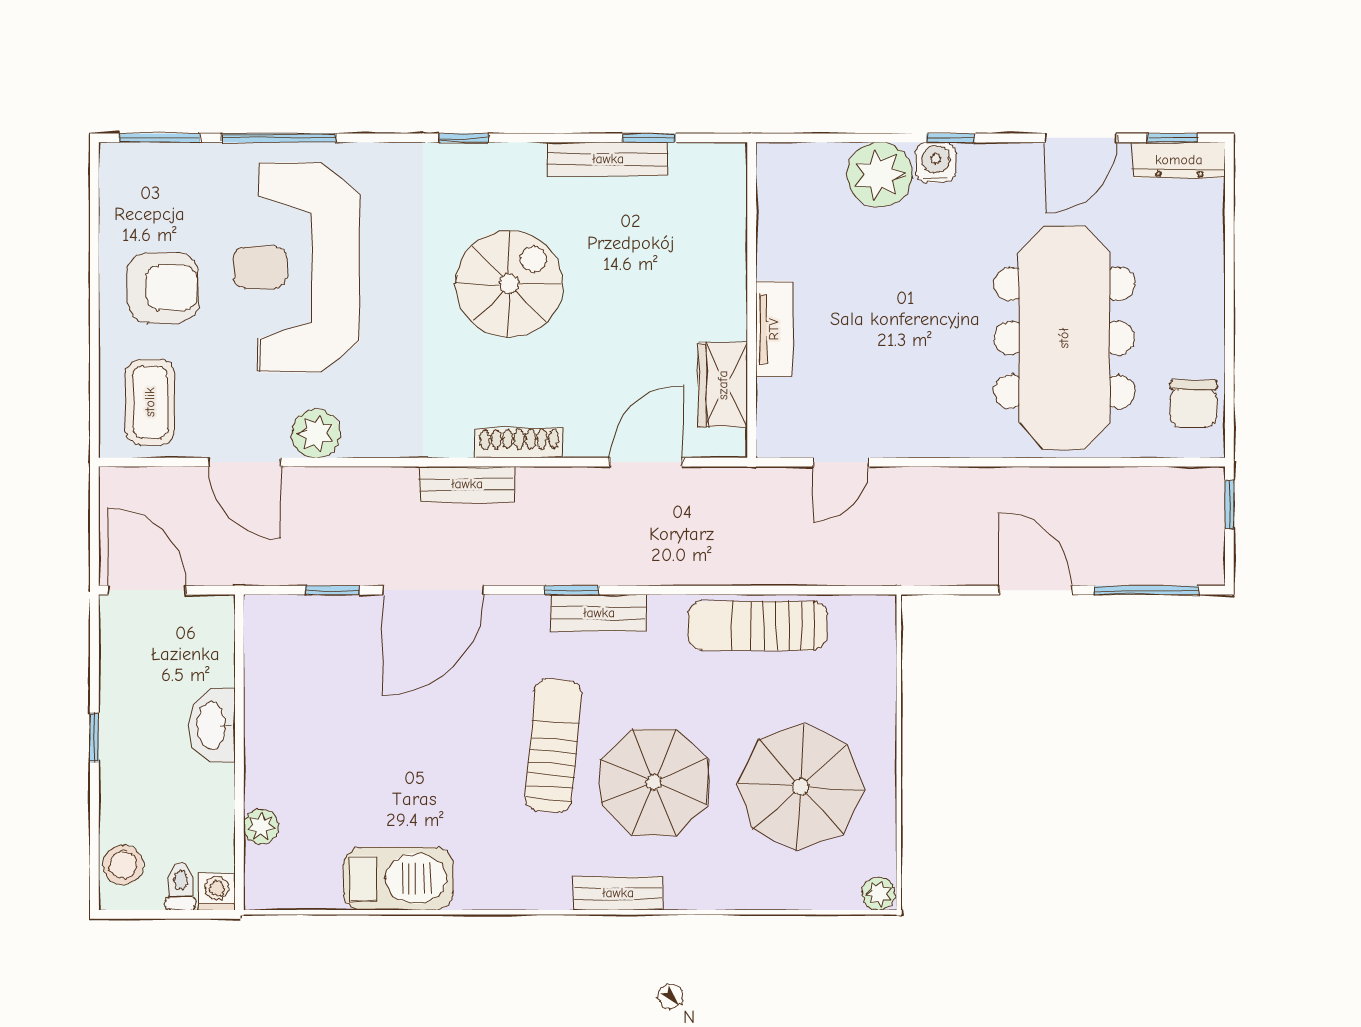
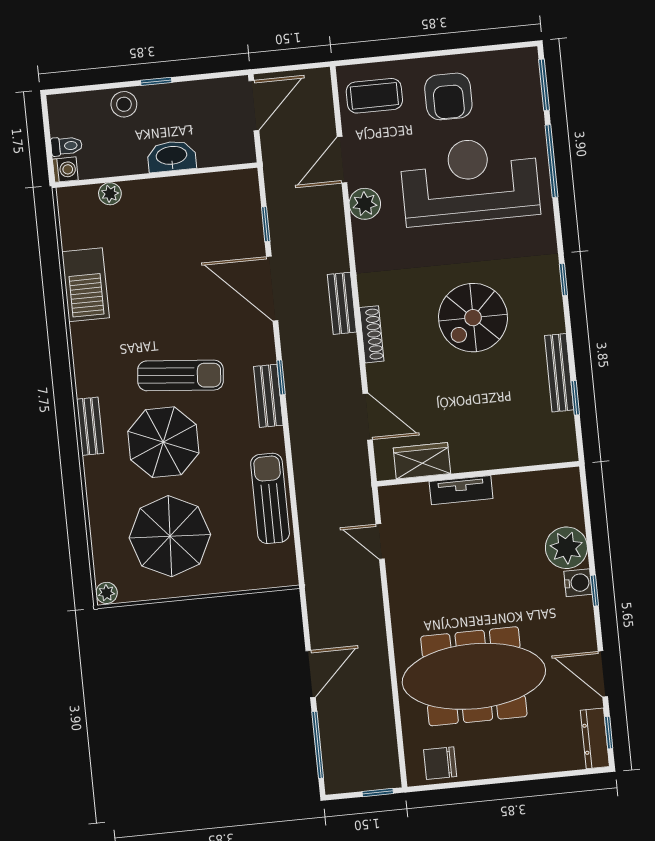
spiral stairs: (509, 284) -> (473, 318), turned 90
stool: (123, 865) -> (124, 104), moved

